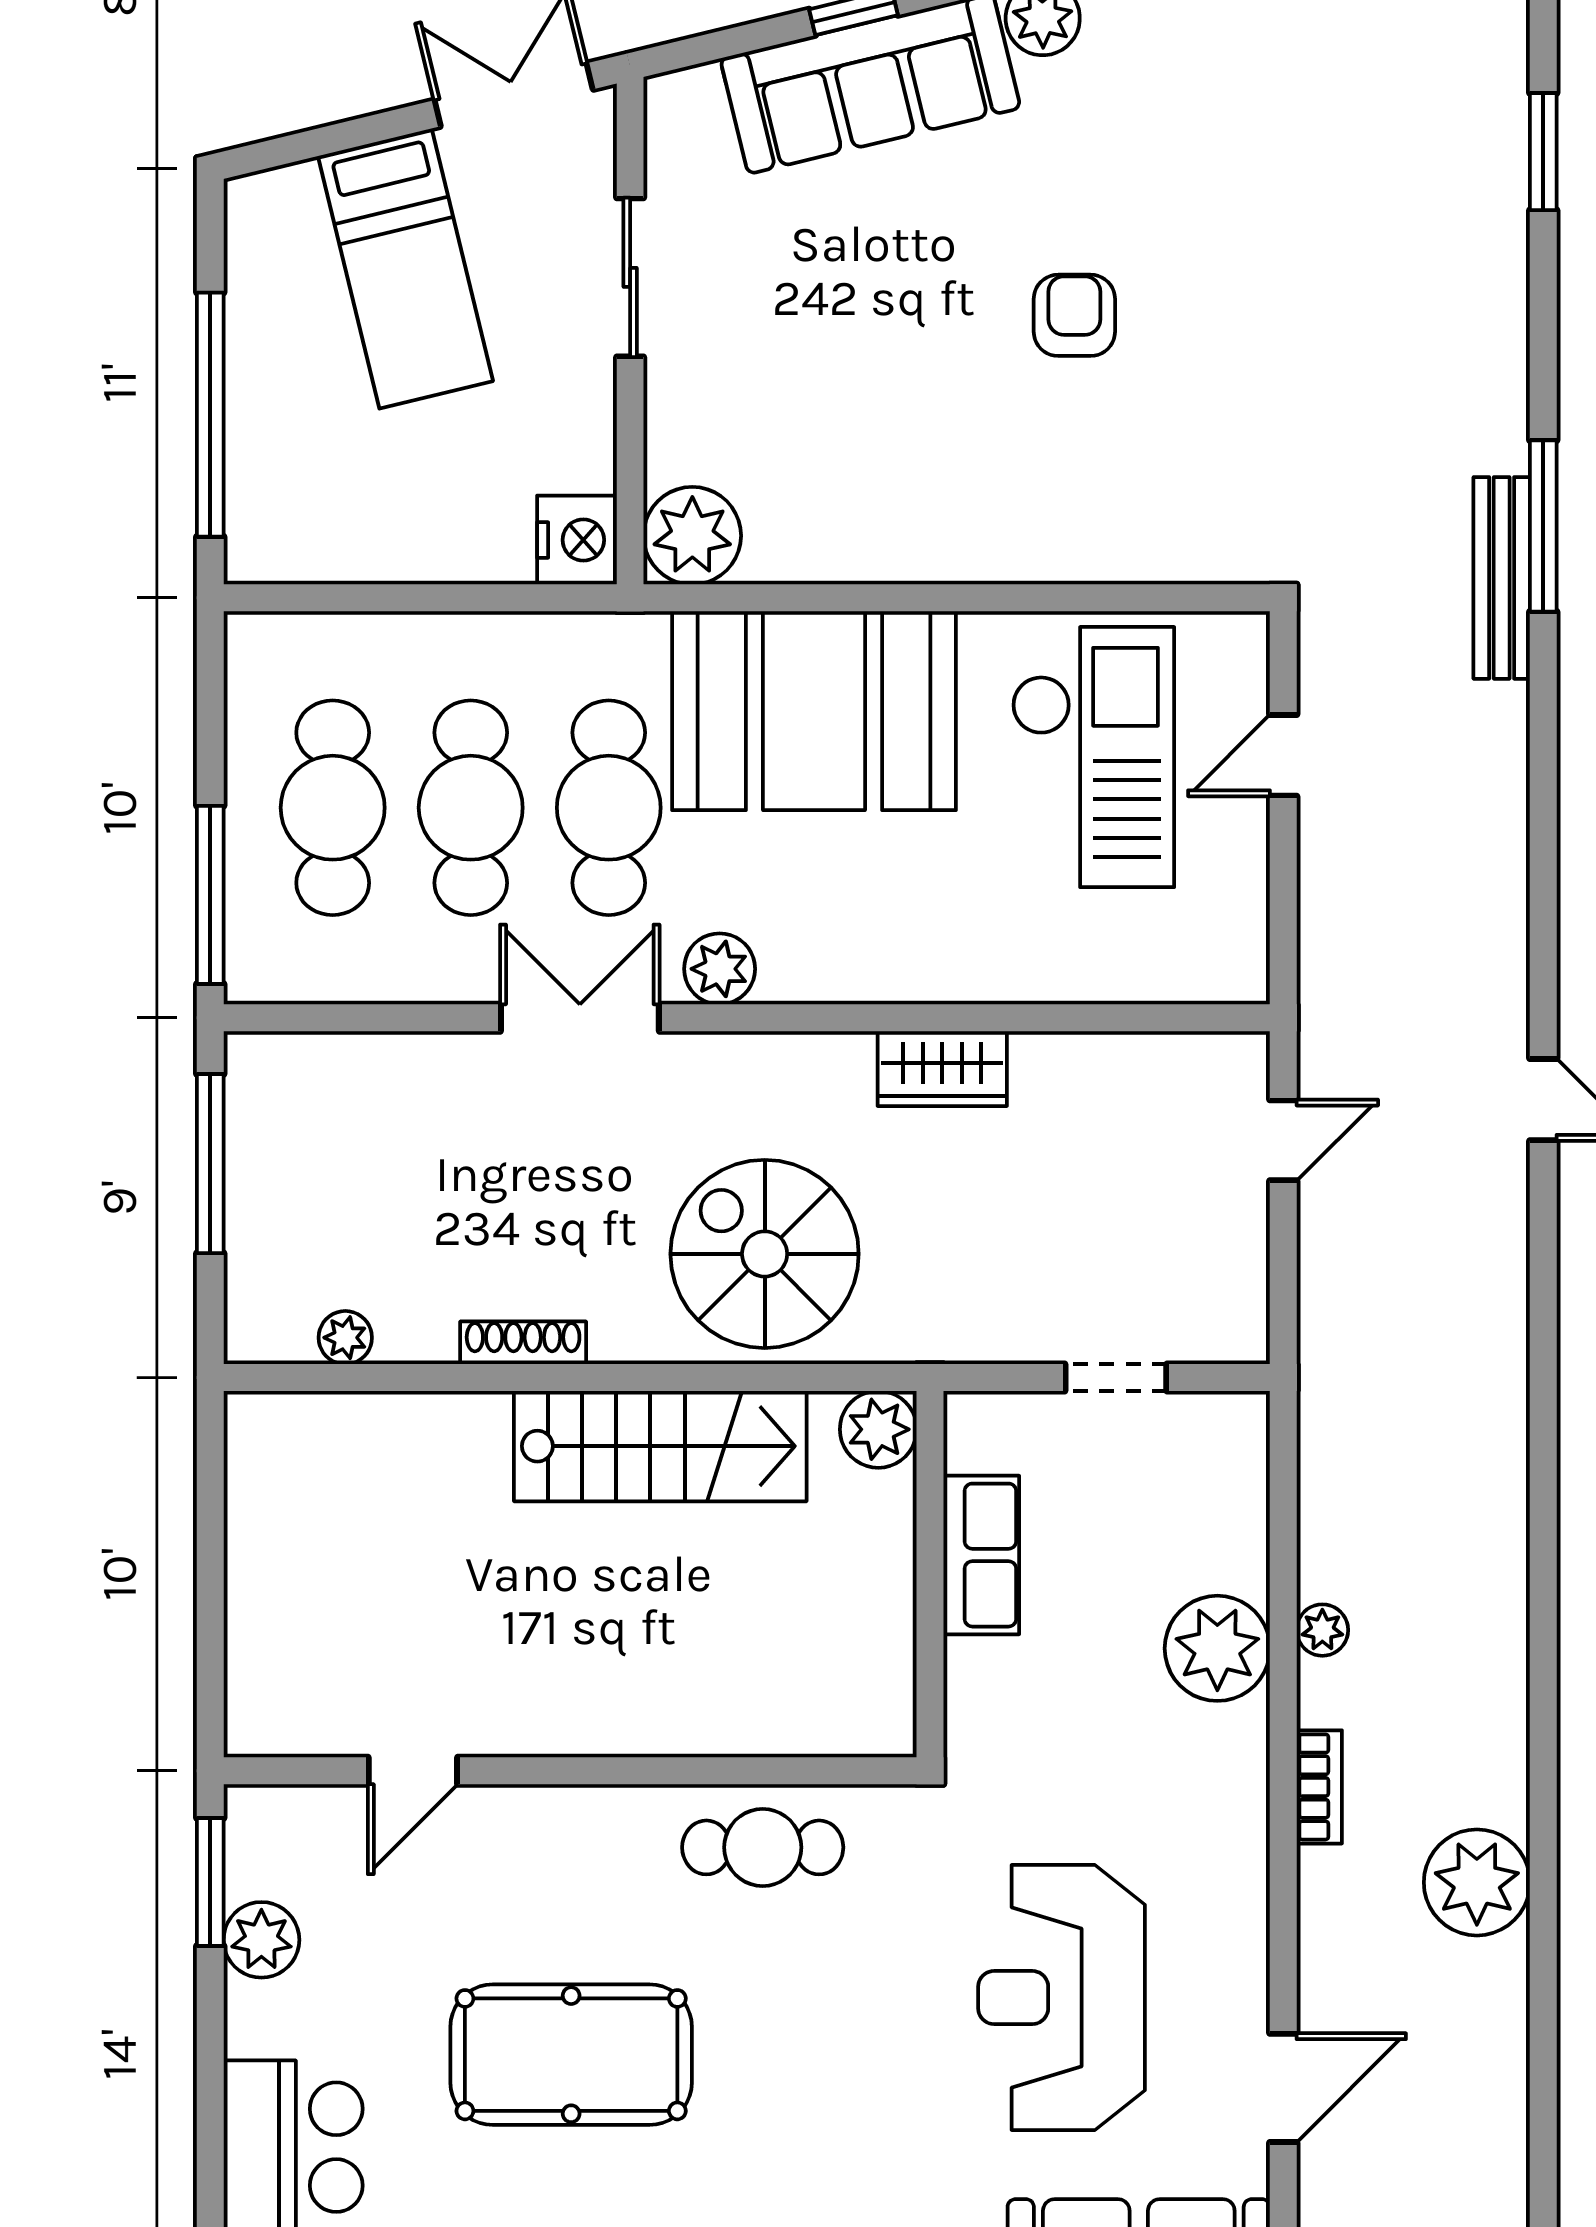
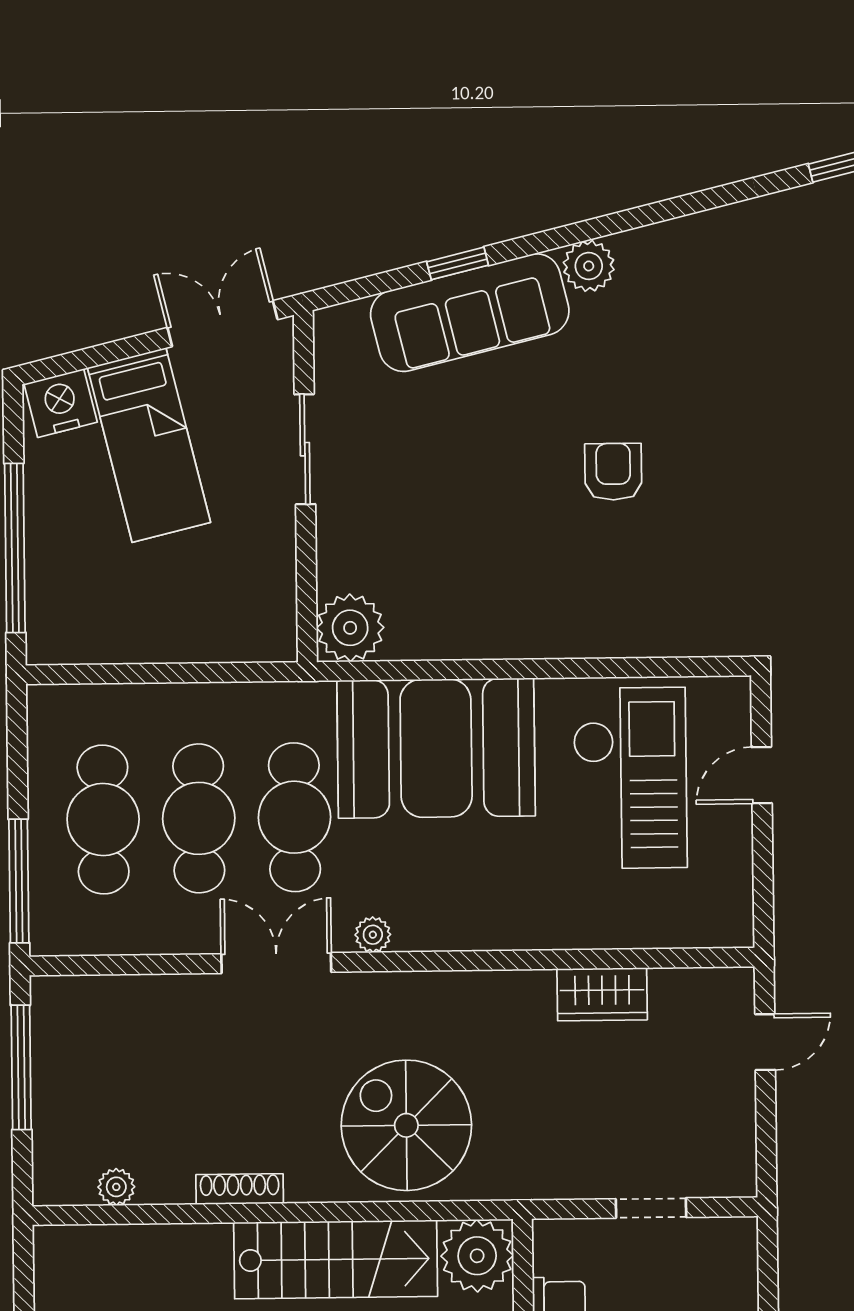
nightstand: (577, 540) -> (61, 403), moved, turned -104
plant: (720, 969) -> (373, 935), width x0.73, depth x0.73
wardrobe: (942, 1069) -> (602, 994), moved
plant: (878, 1429) -> (477, 1256), width x1.36, depth x1.36

